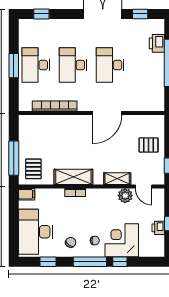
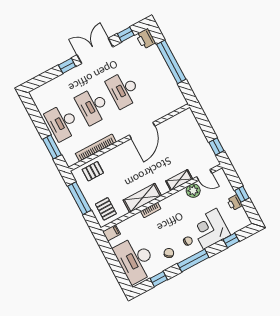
window: (41, 14) -> (67, 66), moved
printer: (157, 43) -> (146, 39), moved
window: (14, 66) -> (52, 147), moved
pallet: (149, 145) -> (93, 171), moved
window: (14, 158) -> (79, 198), moved
window: (120, 262) -> (231, 240), moved

